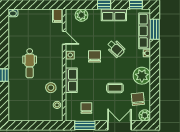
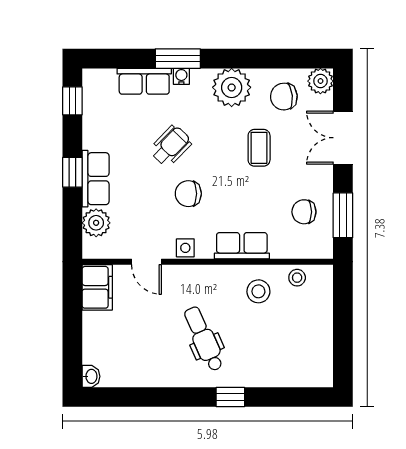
row of seats: (114, 15) -> (96, 179), moved
filing cabinet: (58, 16) -> (97, 287), width x2.00
window: (155, 29) -> (178, 59), moved
row of seats: (145, 31) -> (144, 81), width x0.68
door: (64, 38) -> (146, 262), swing flipped
dental chair: (30, 63) -> (204, 339), turned -114

